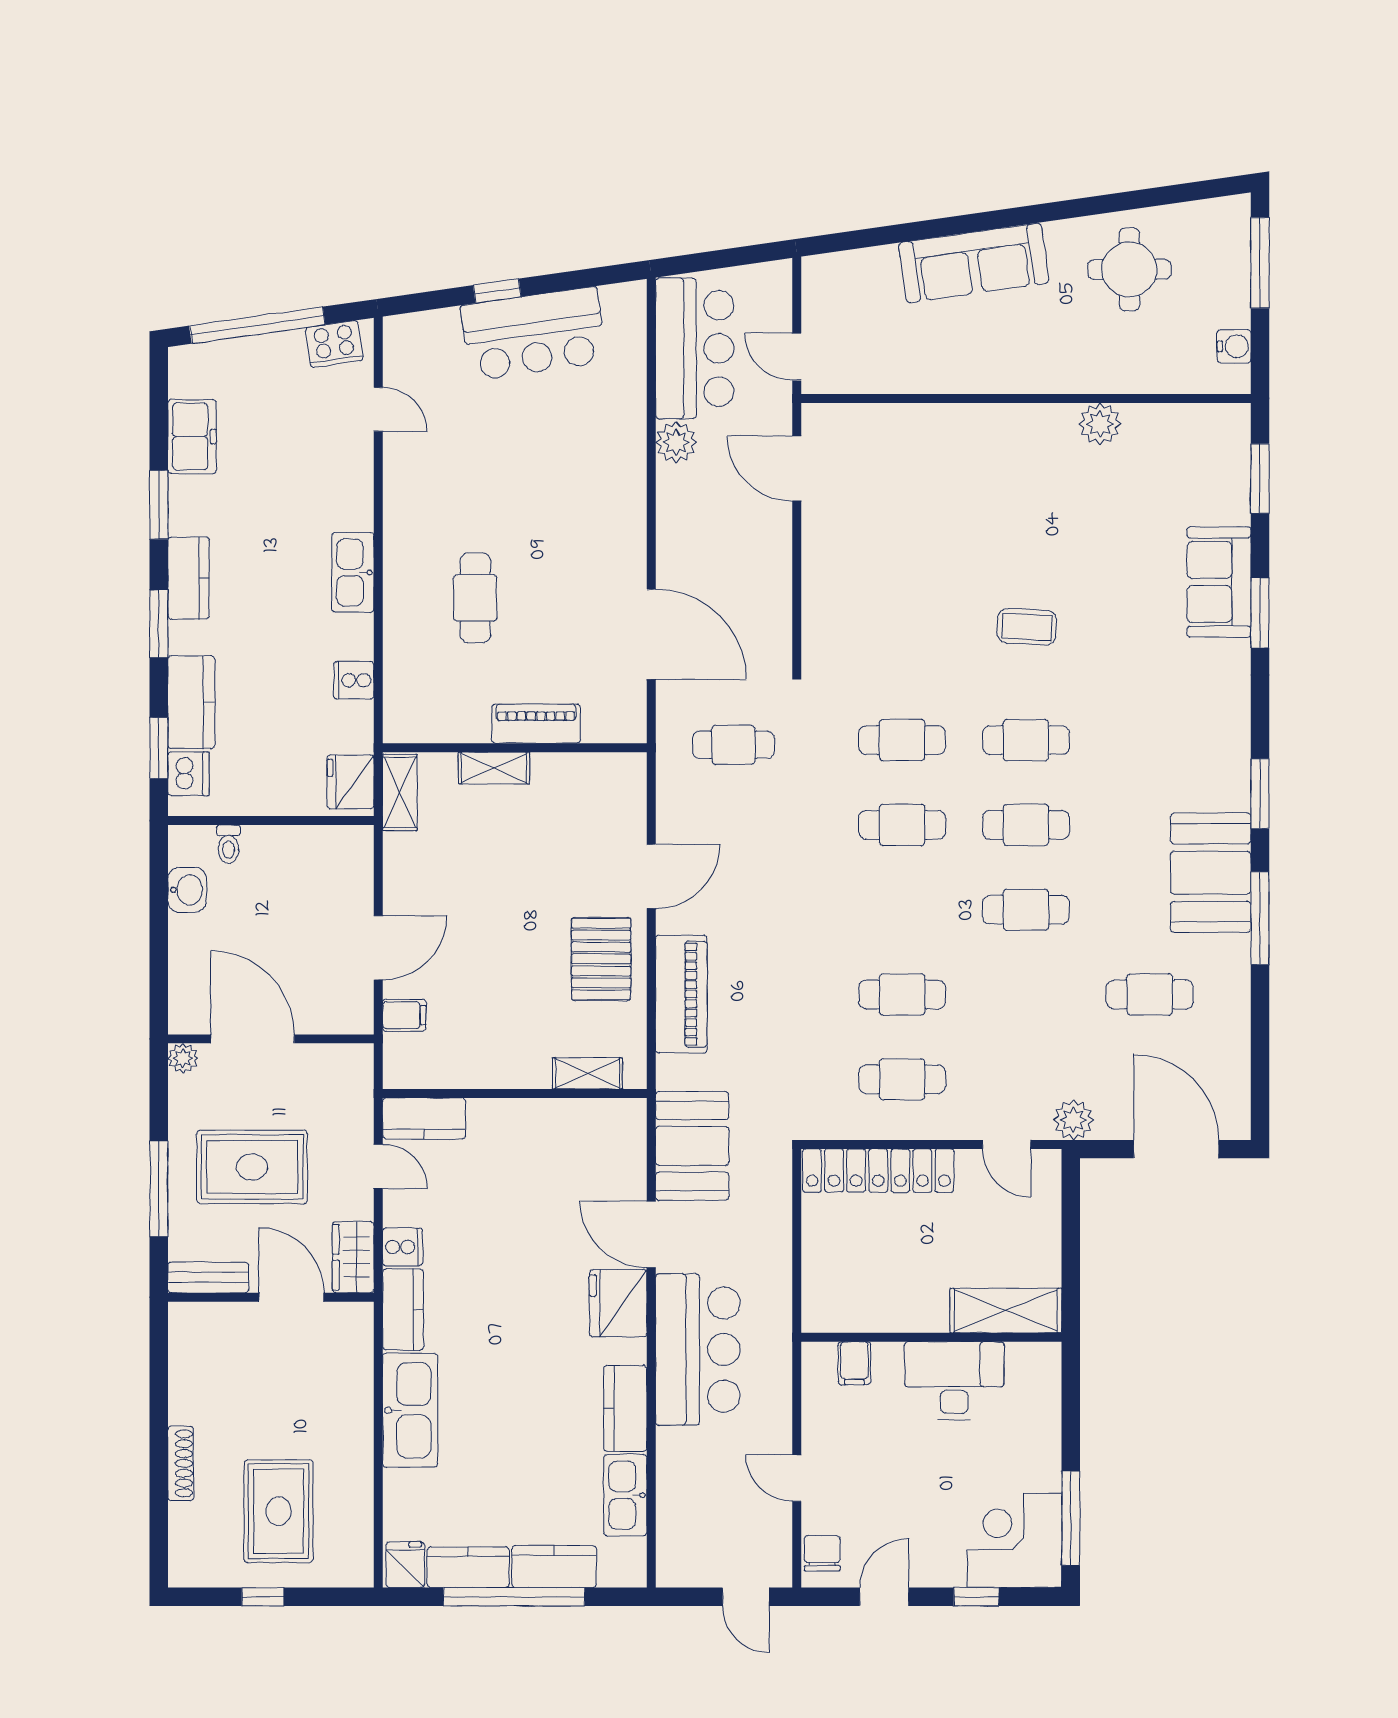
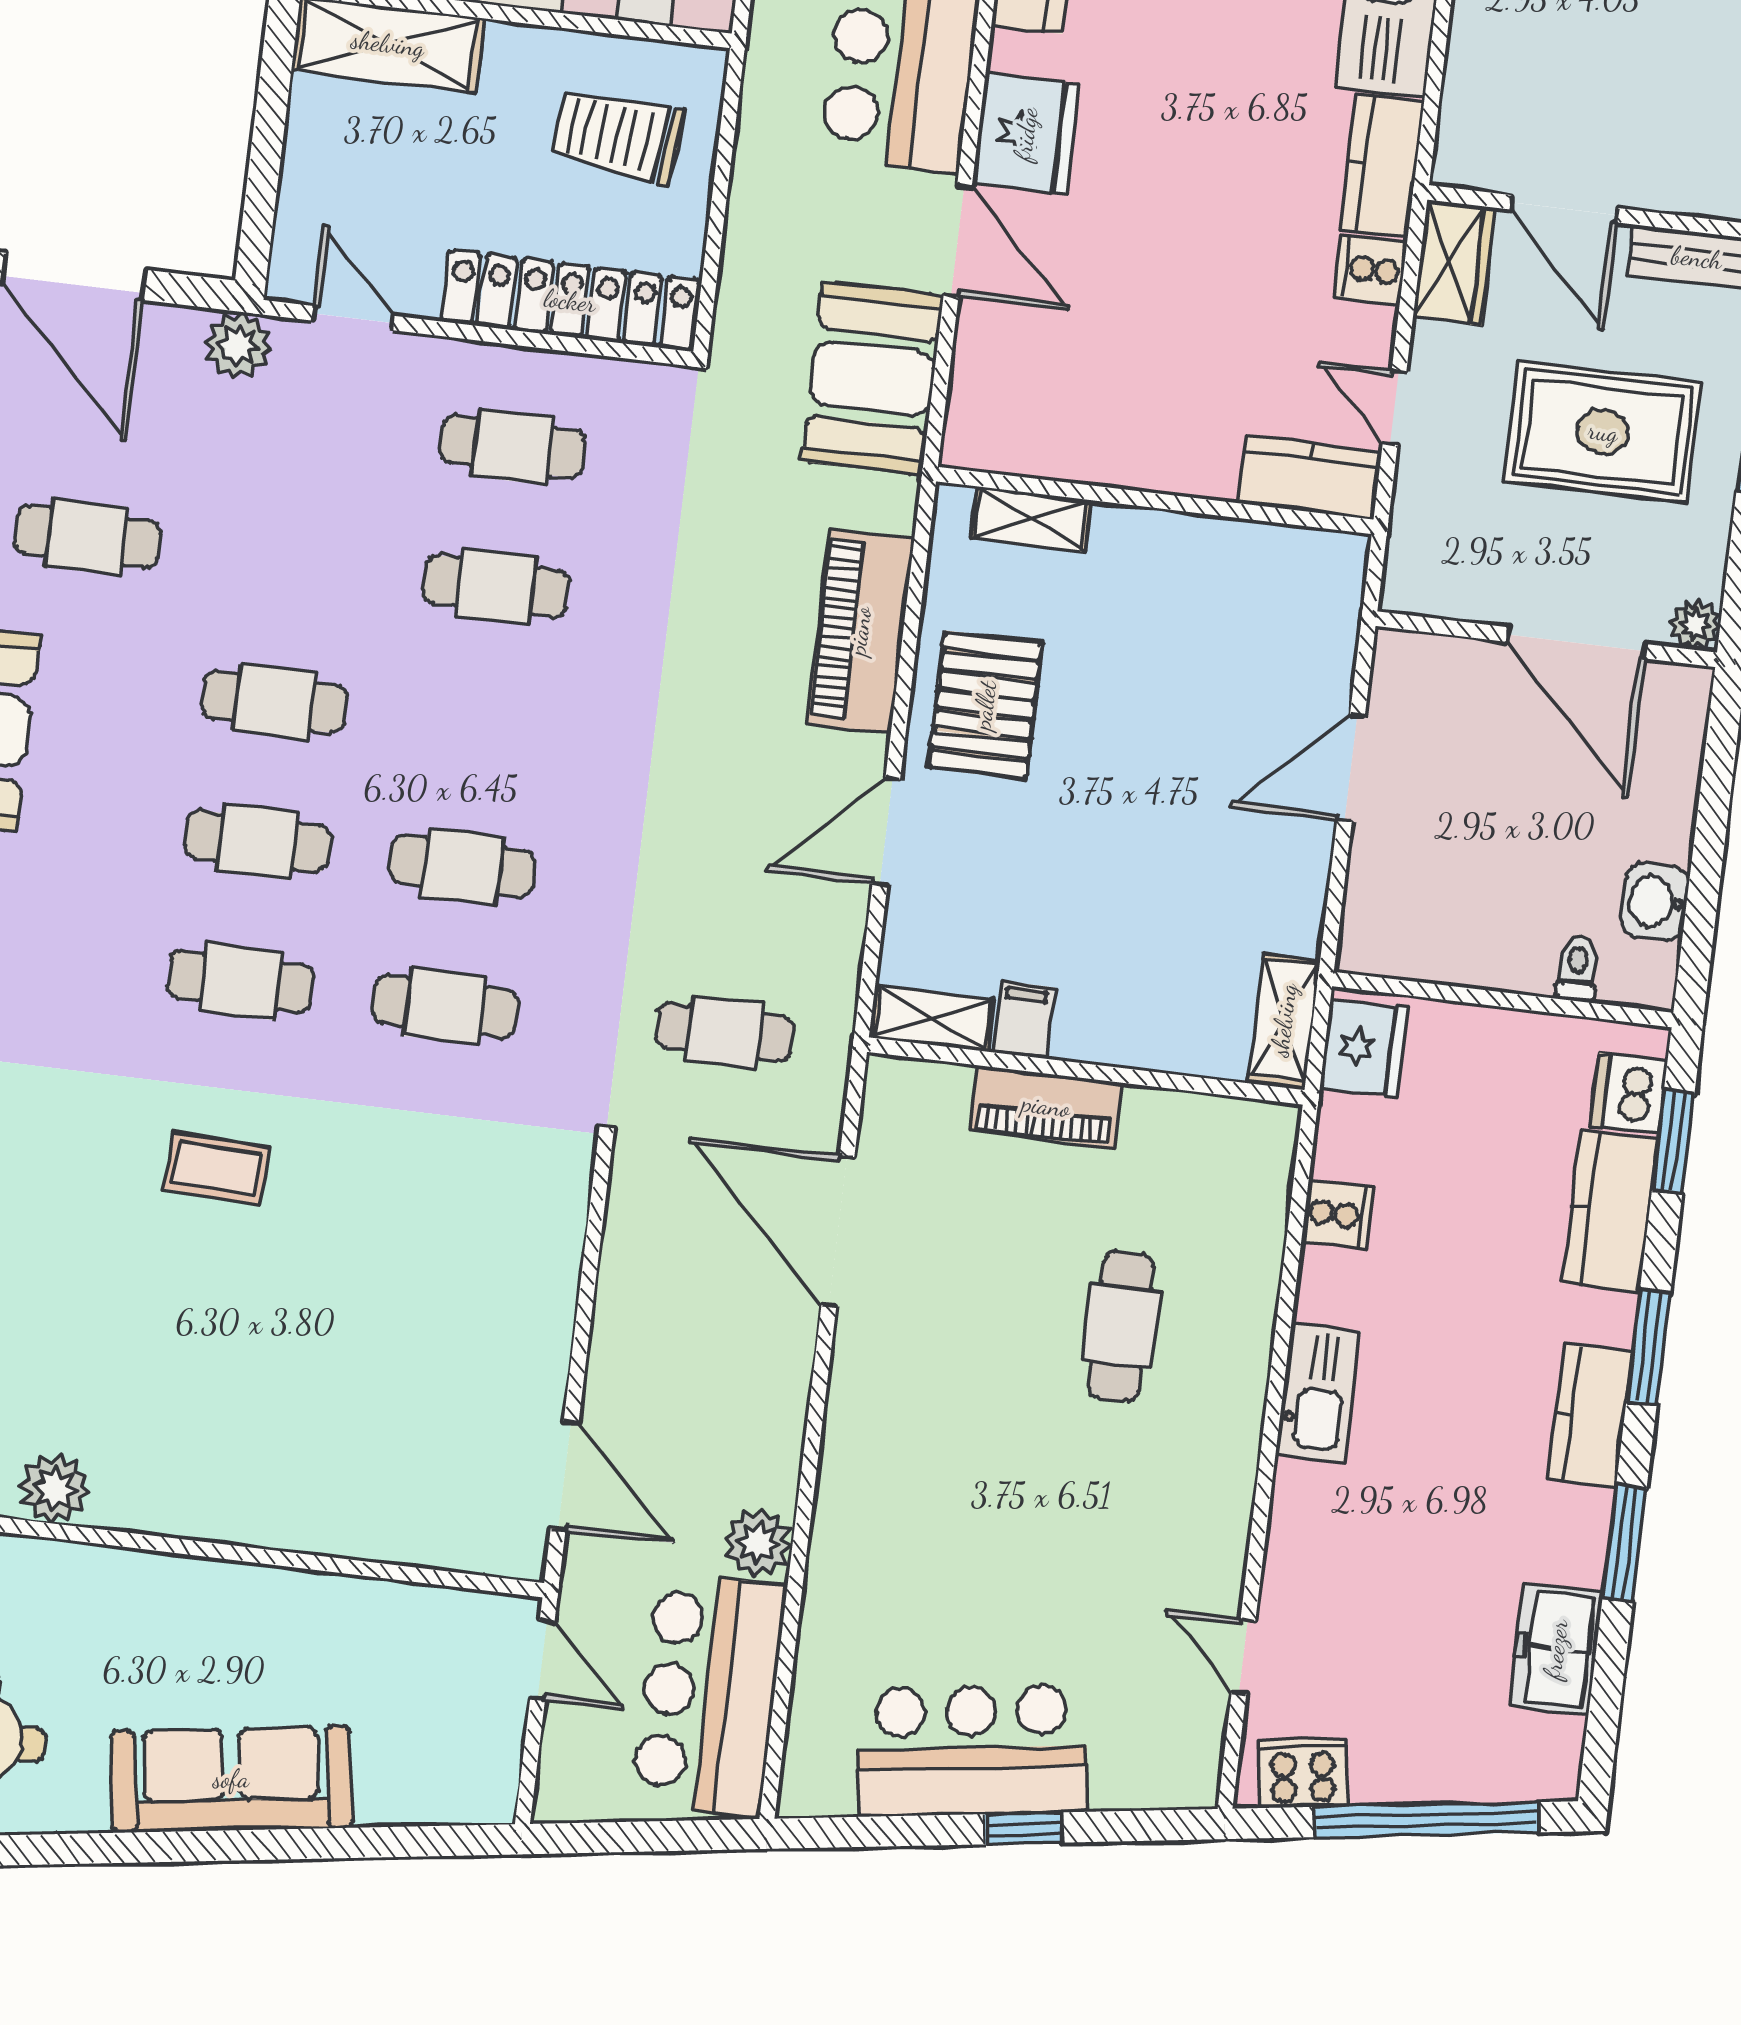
shelving: (494, 768) -> (933, 1018), moved
filing cabinet: (404, 1015) -> (1024, 1020), moved, turned 90
trolley: (862, 1273) -> (617, 135), added

